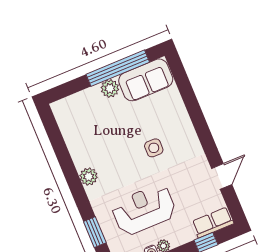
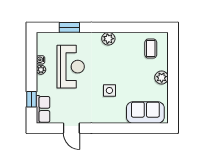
window: (118, 68) -> (173, 88), removed
sofa: (146, 80) -> (145, 113), moved, turned 90
coffee table: (79, 117) -> (151, 49), added

